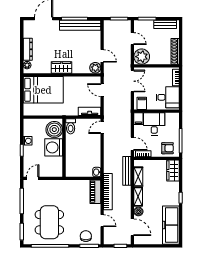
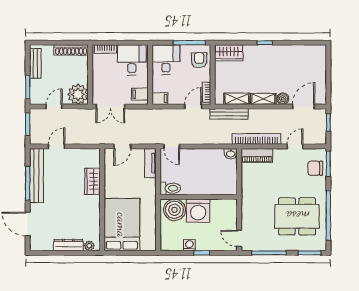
door: (102, 56) -> (57, 146), moved
wardrobe: (61, 68) -> (92, 181), moved
plant: (95, 68) -> (93, 156), removed
double door: (132, 81) -> (110, 107), swing flipped
desk: (154, 124) -> (166, 60), moved, turned 90
freezer: (171, 225) -> (301, 56), removed

